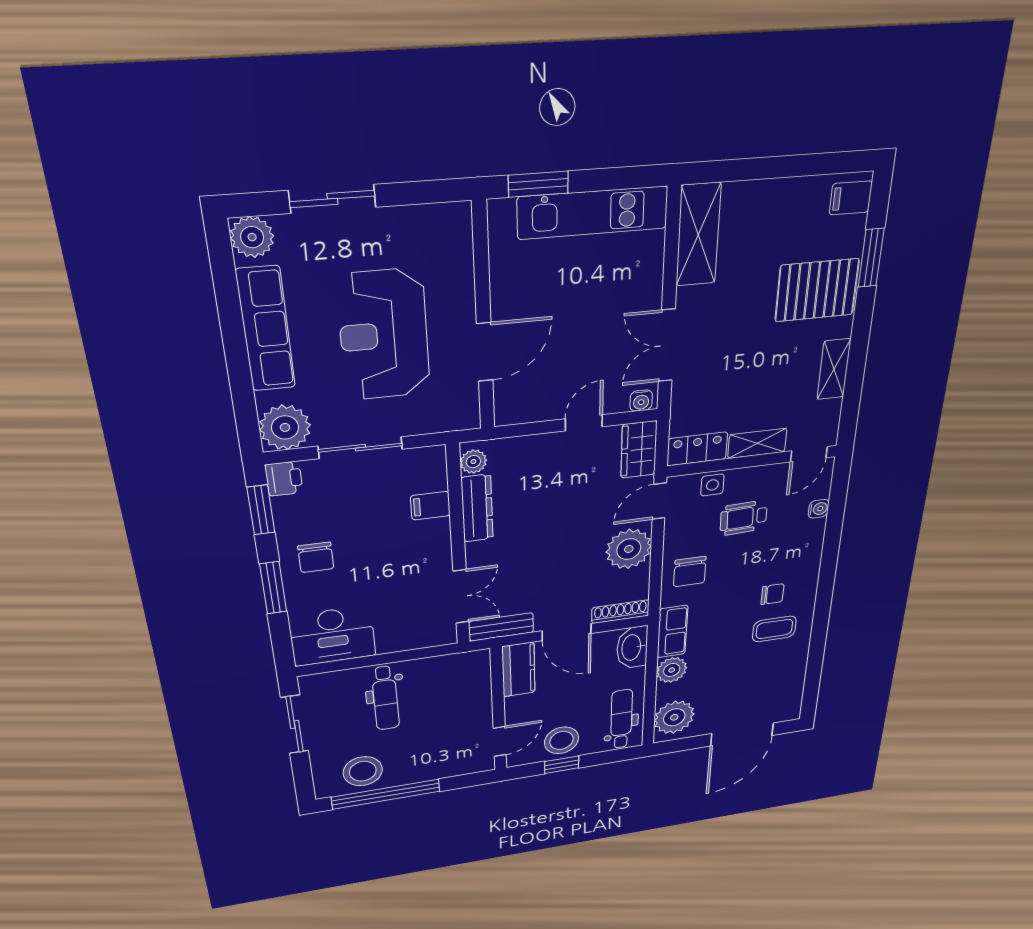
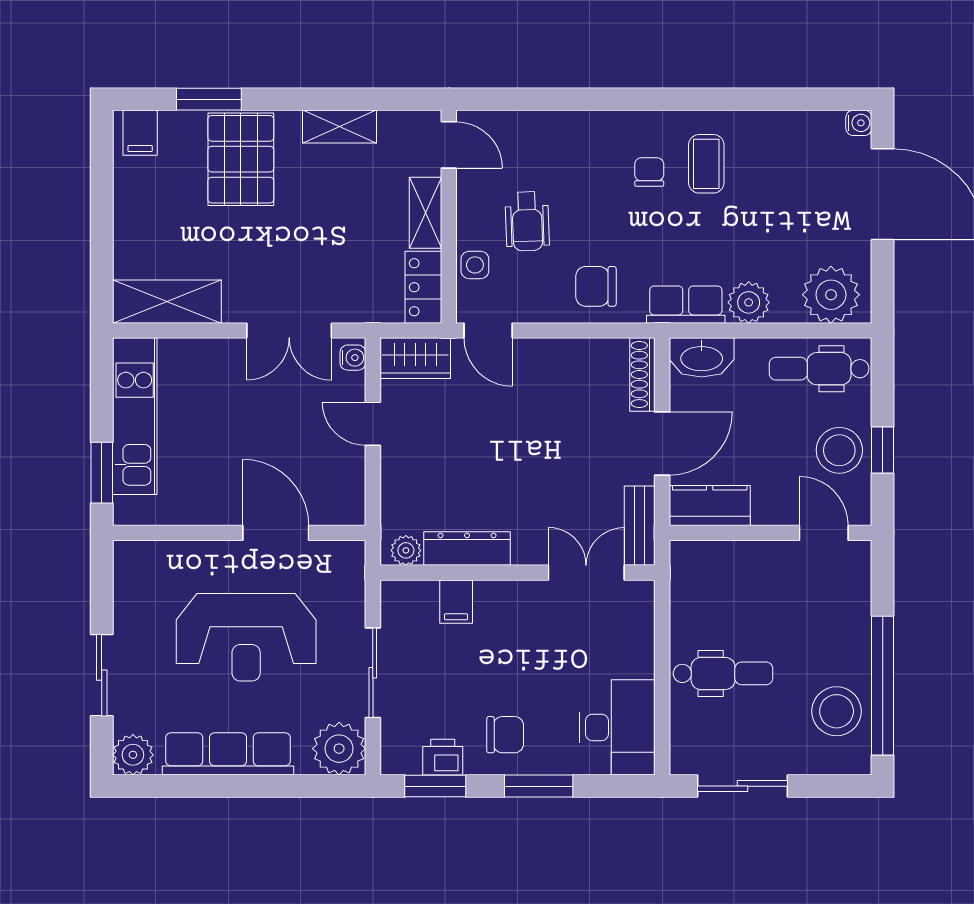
printer: (284, 479) -> (443, 757), moved
water cooler: (819, 509) -> (859, 123), moved, turned 90
plant: (629, 549) -> (550, 366), removed
chair: (690, 572) -> (596, 286), turned 180

